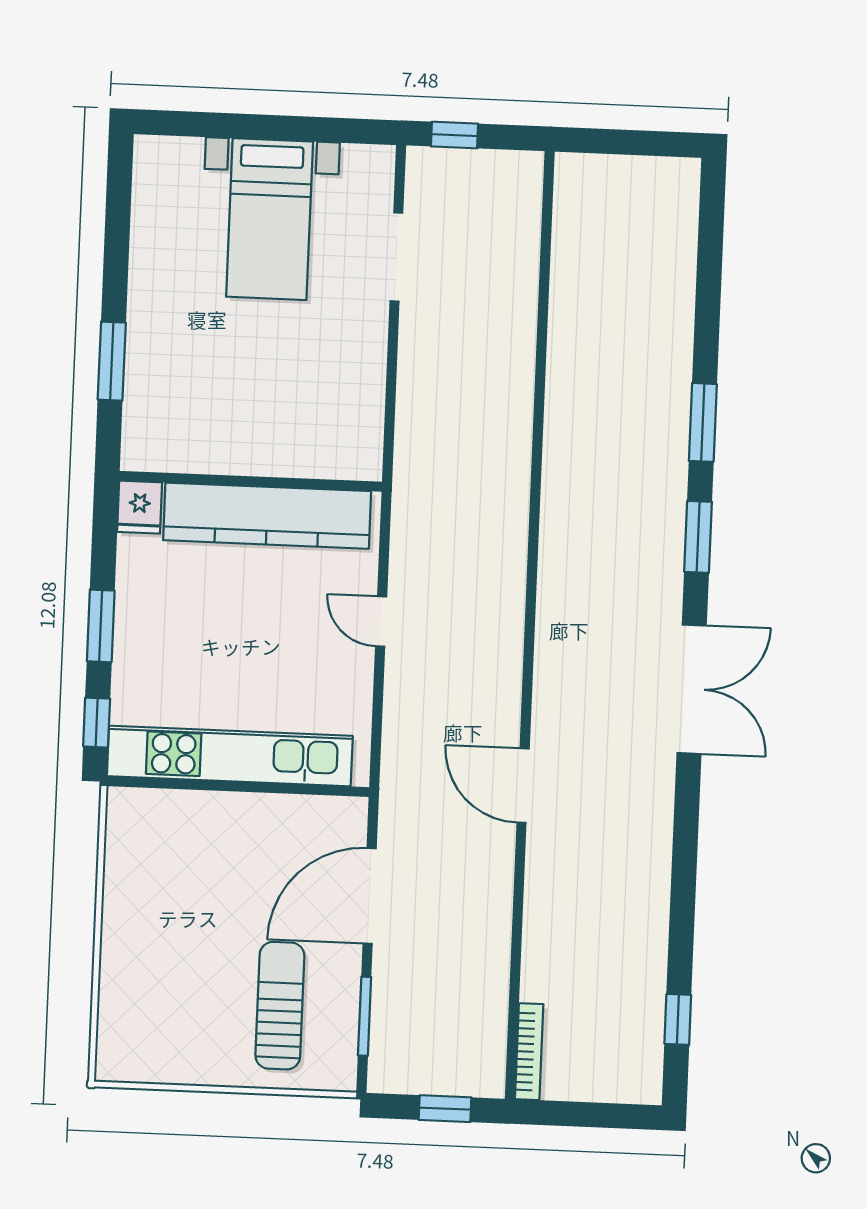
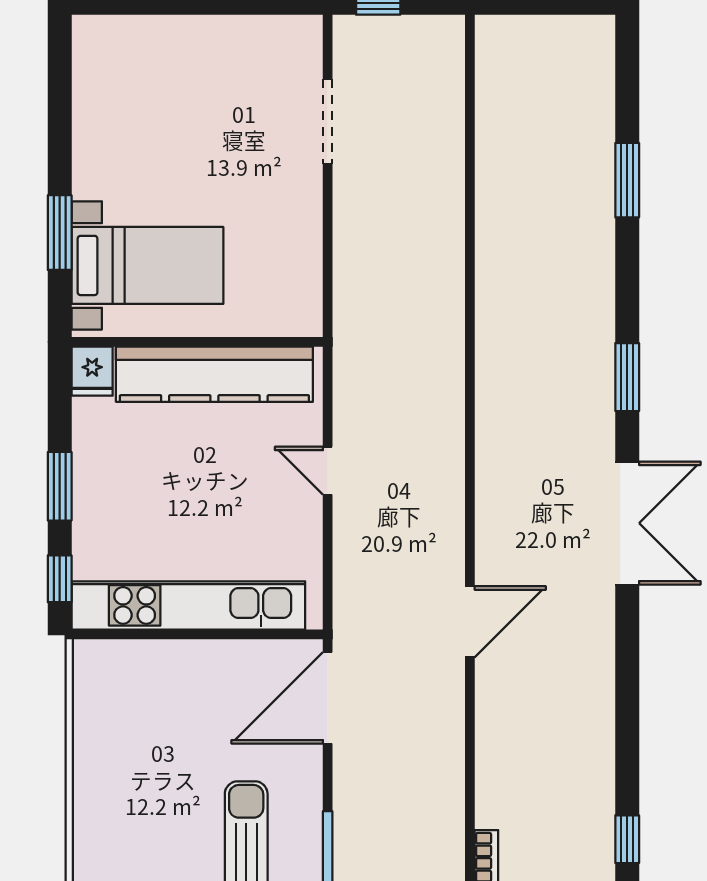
bed with nightstands: (270, 219) -> (147, 265), moved, turned -90
window: (703, 422) -> (627, 180), moved
door: (523, 786) -> (470, 622), swing flipped
door: (370, 896) -> (328, 698), moved

